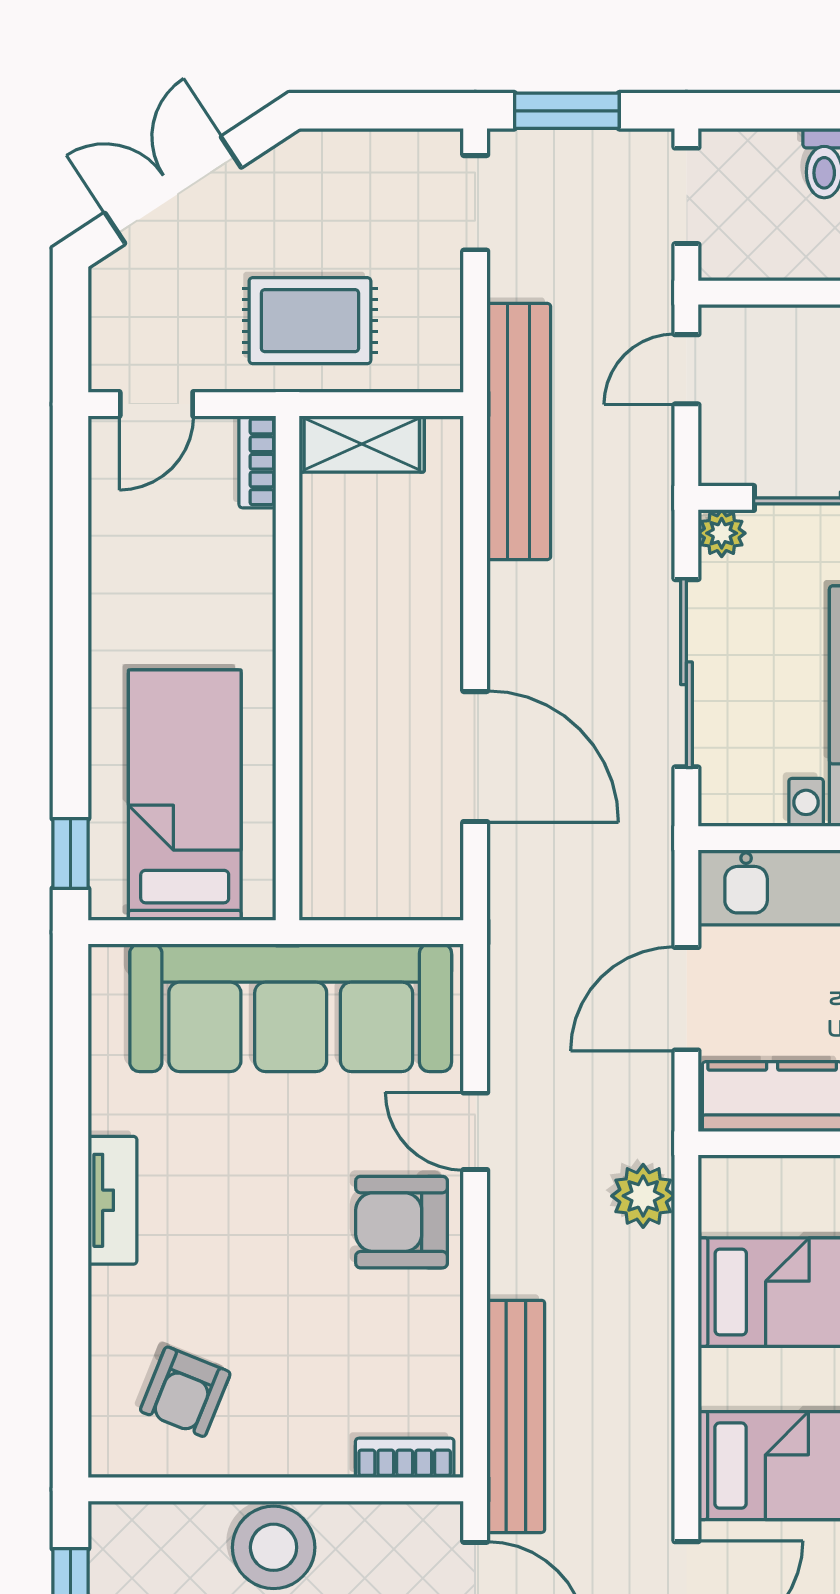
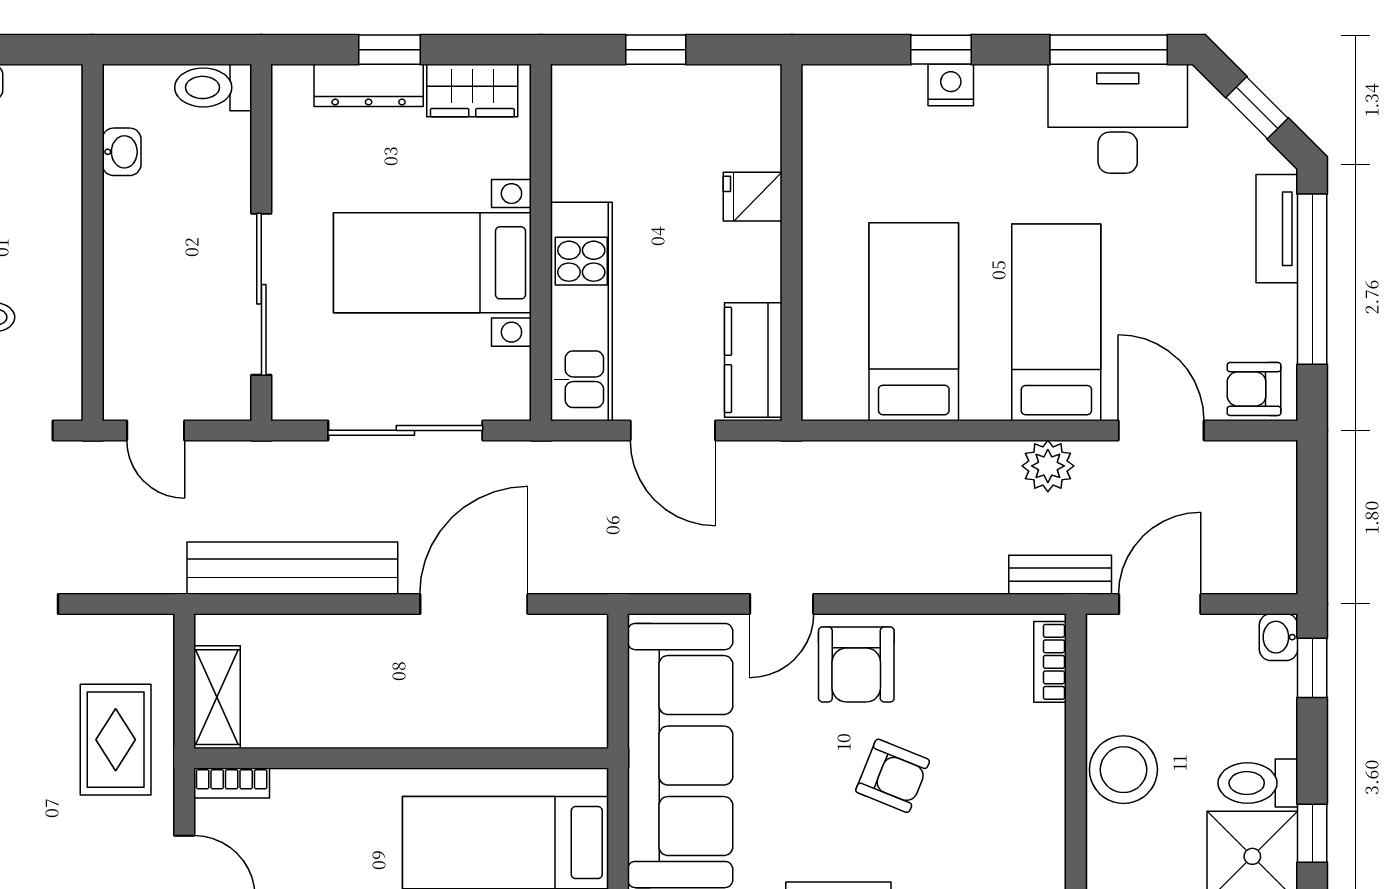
bench: (519, 432) -> (292, 568), moved
plant: (722, 533) -> (290, 401), removed
plant: (643, 1196) -> (1048, 466), moved
armchair: (185, 1392) -> (893, 776), moved
bench: (516, 1416) -> (1060, 575), width x0.54, depth x0.82

